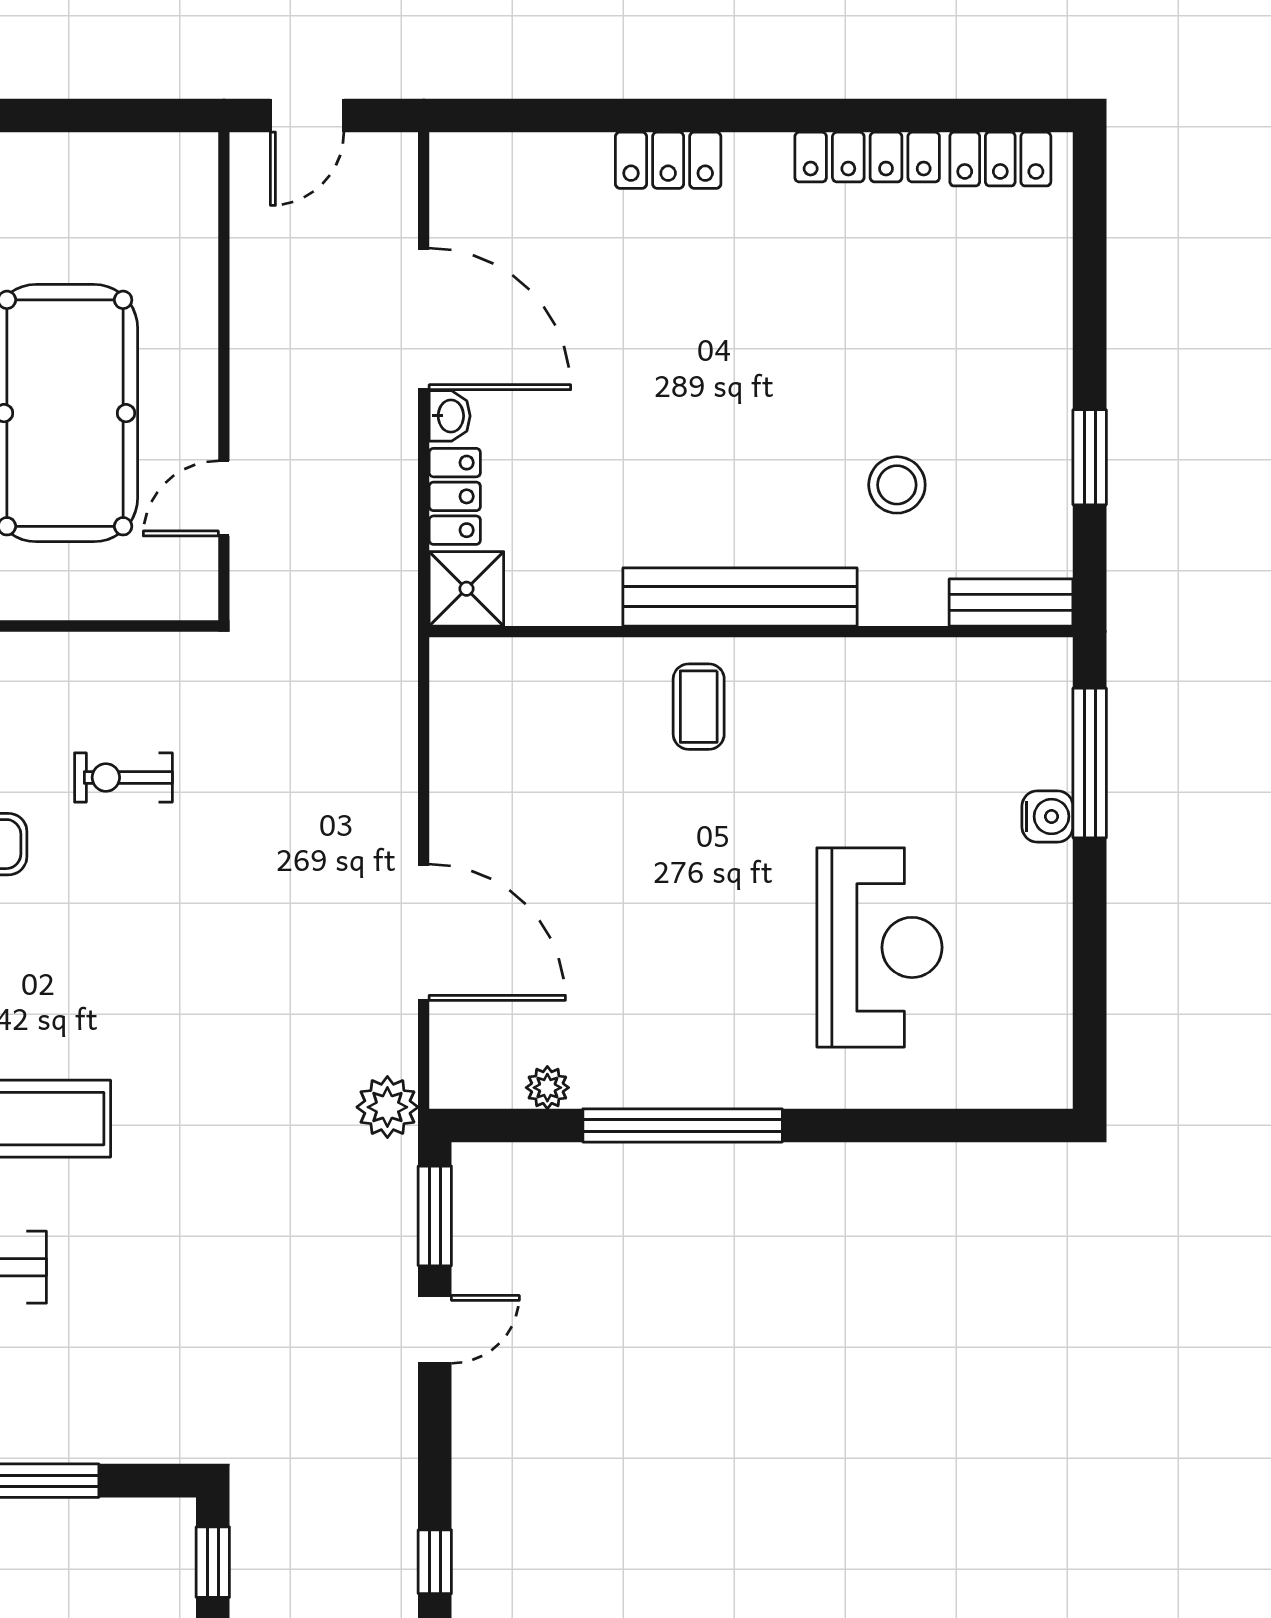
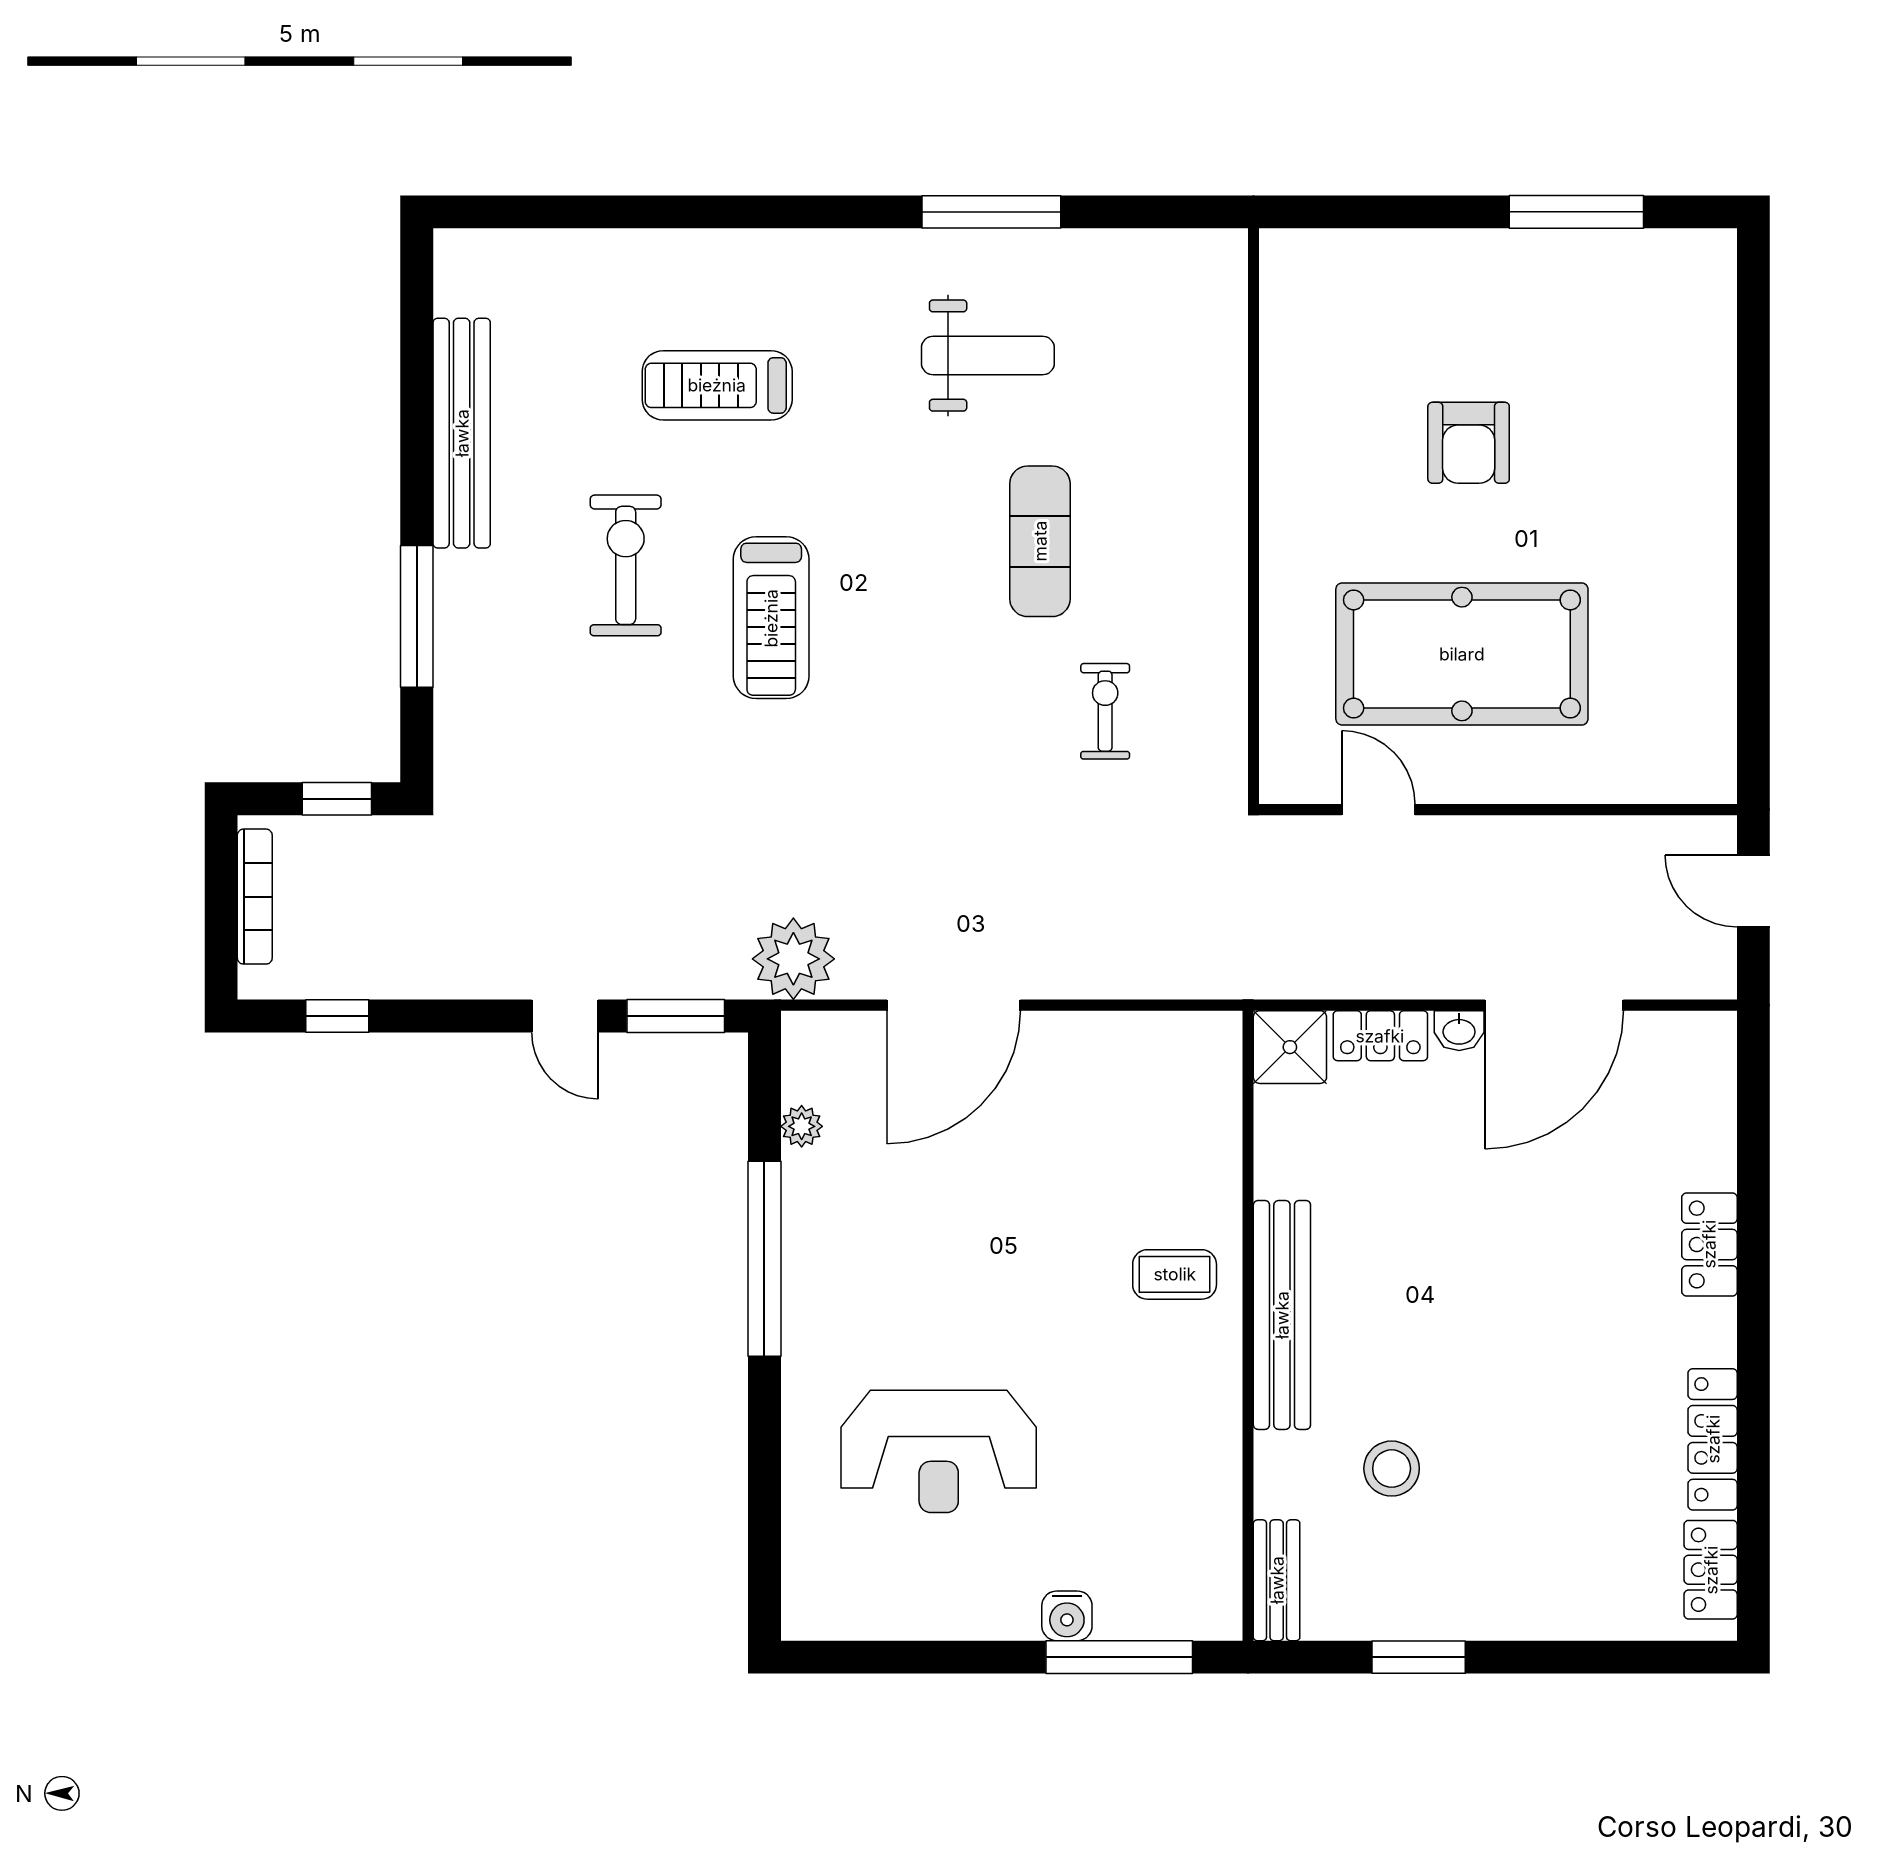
plant: (387, 1107) -> (793, 959), width x1.36, depth x1.36

